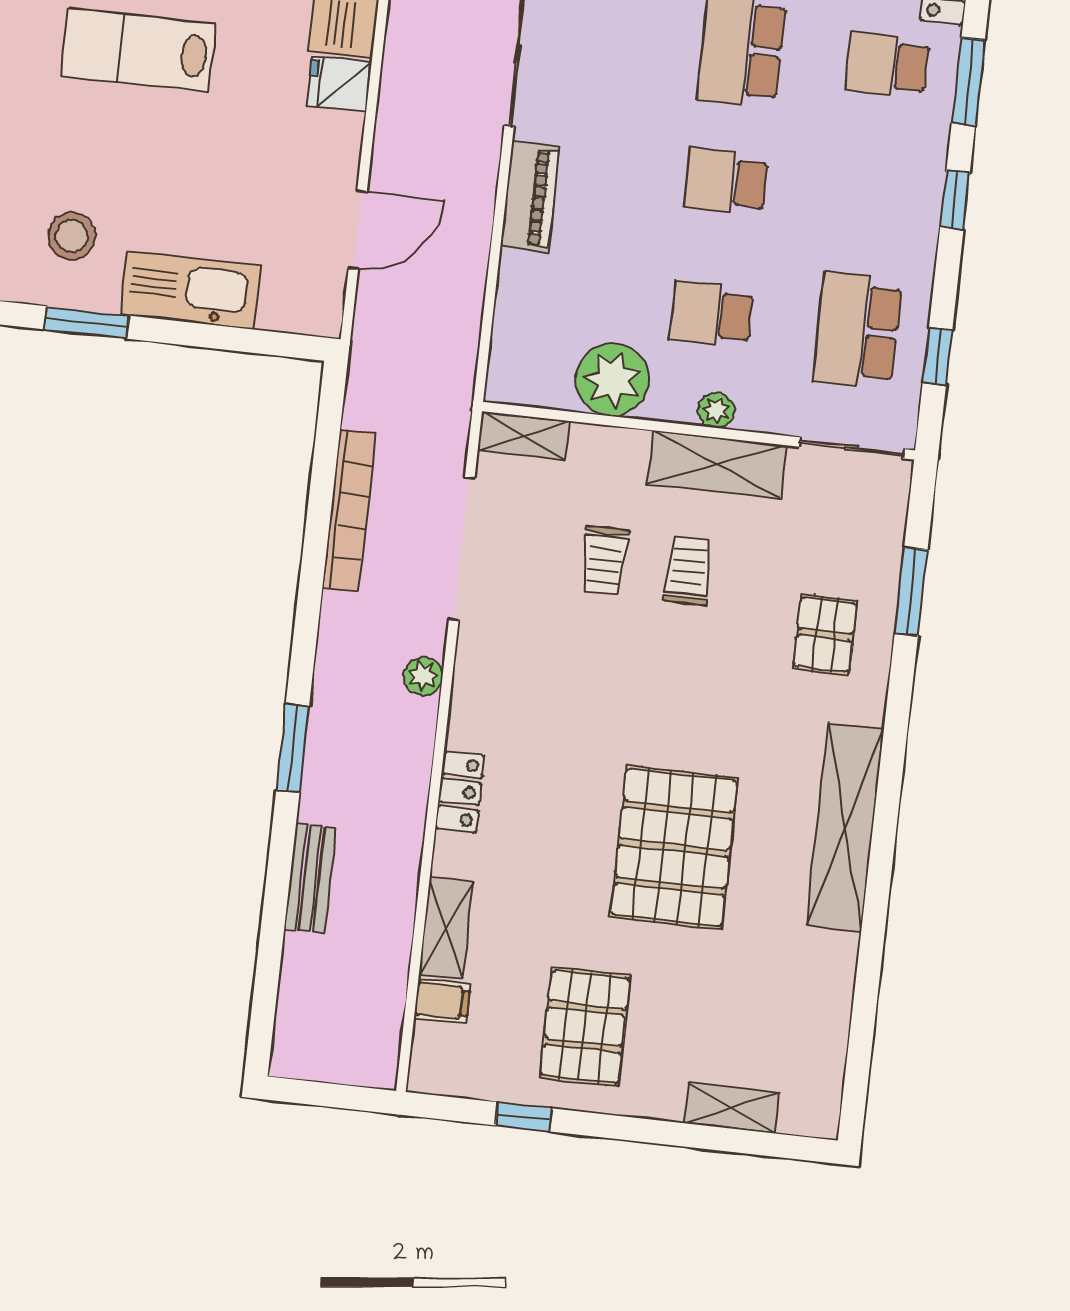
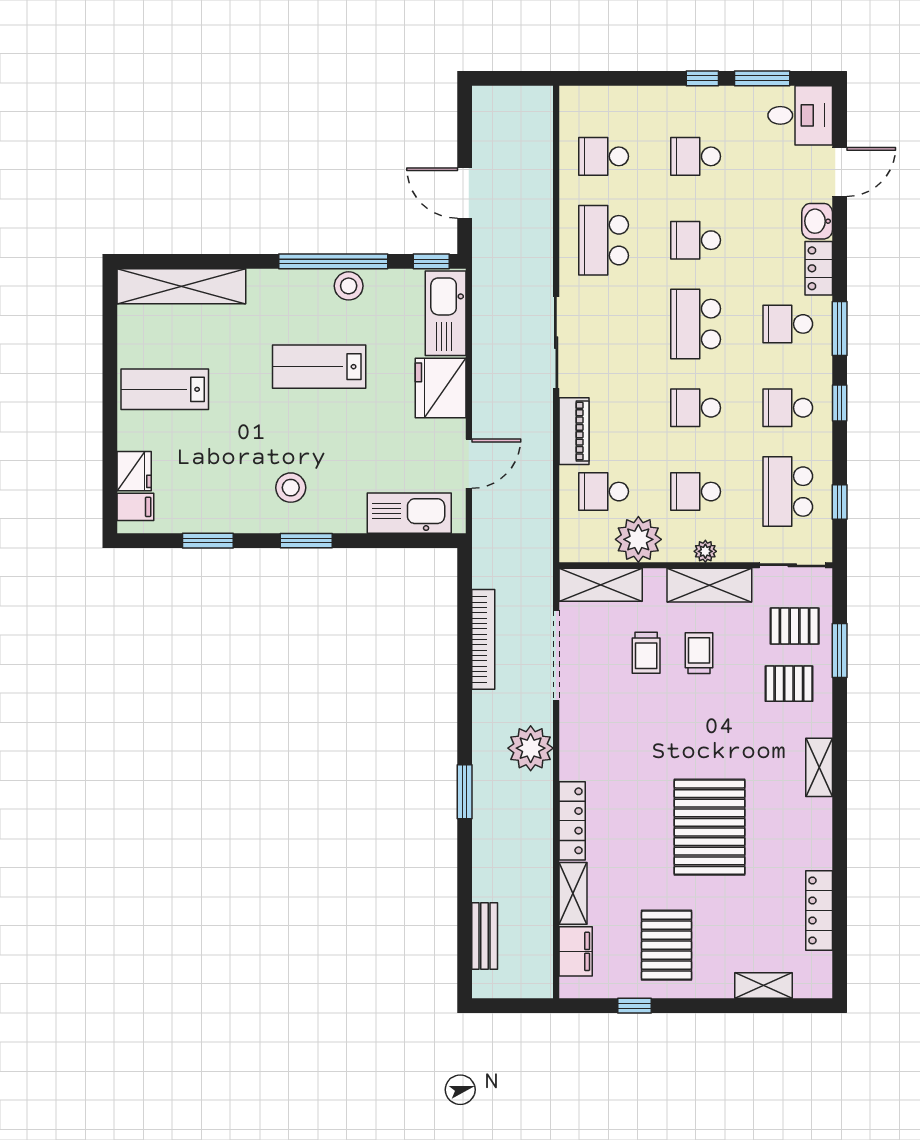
fridge: (339, 84) -> (441, 388), width x1.88, depth x1.34
school desk: (872, 198) -> (788, 408), added
kitchen sink: (190, 290) -> (409, 513), moved
school desk: (566, 298) -> (604, 492), added
shelving: (523, 436) -> (601, 585), width x1.50, depth x1.33
pallet: (844, 544) -> (795, 626), added
pallet: (825, 635) -> (789, 684), turned 90
plant: (423, 676) -> (531, 748), width x1.87, depth x1.87
locker: (460, 792) -> (572, 821), width x1.53
shelving: (845, 827) -> (819, 767), width x0.45, depth x0.75
bench: (310, 878) -> (485, 936), moved
locker: (833, 999) -> (819, 910), added
filing cabinet: (442, 1001) -> (576, 951), width x2.00

